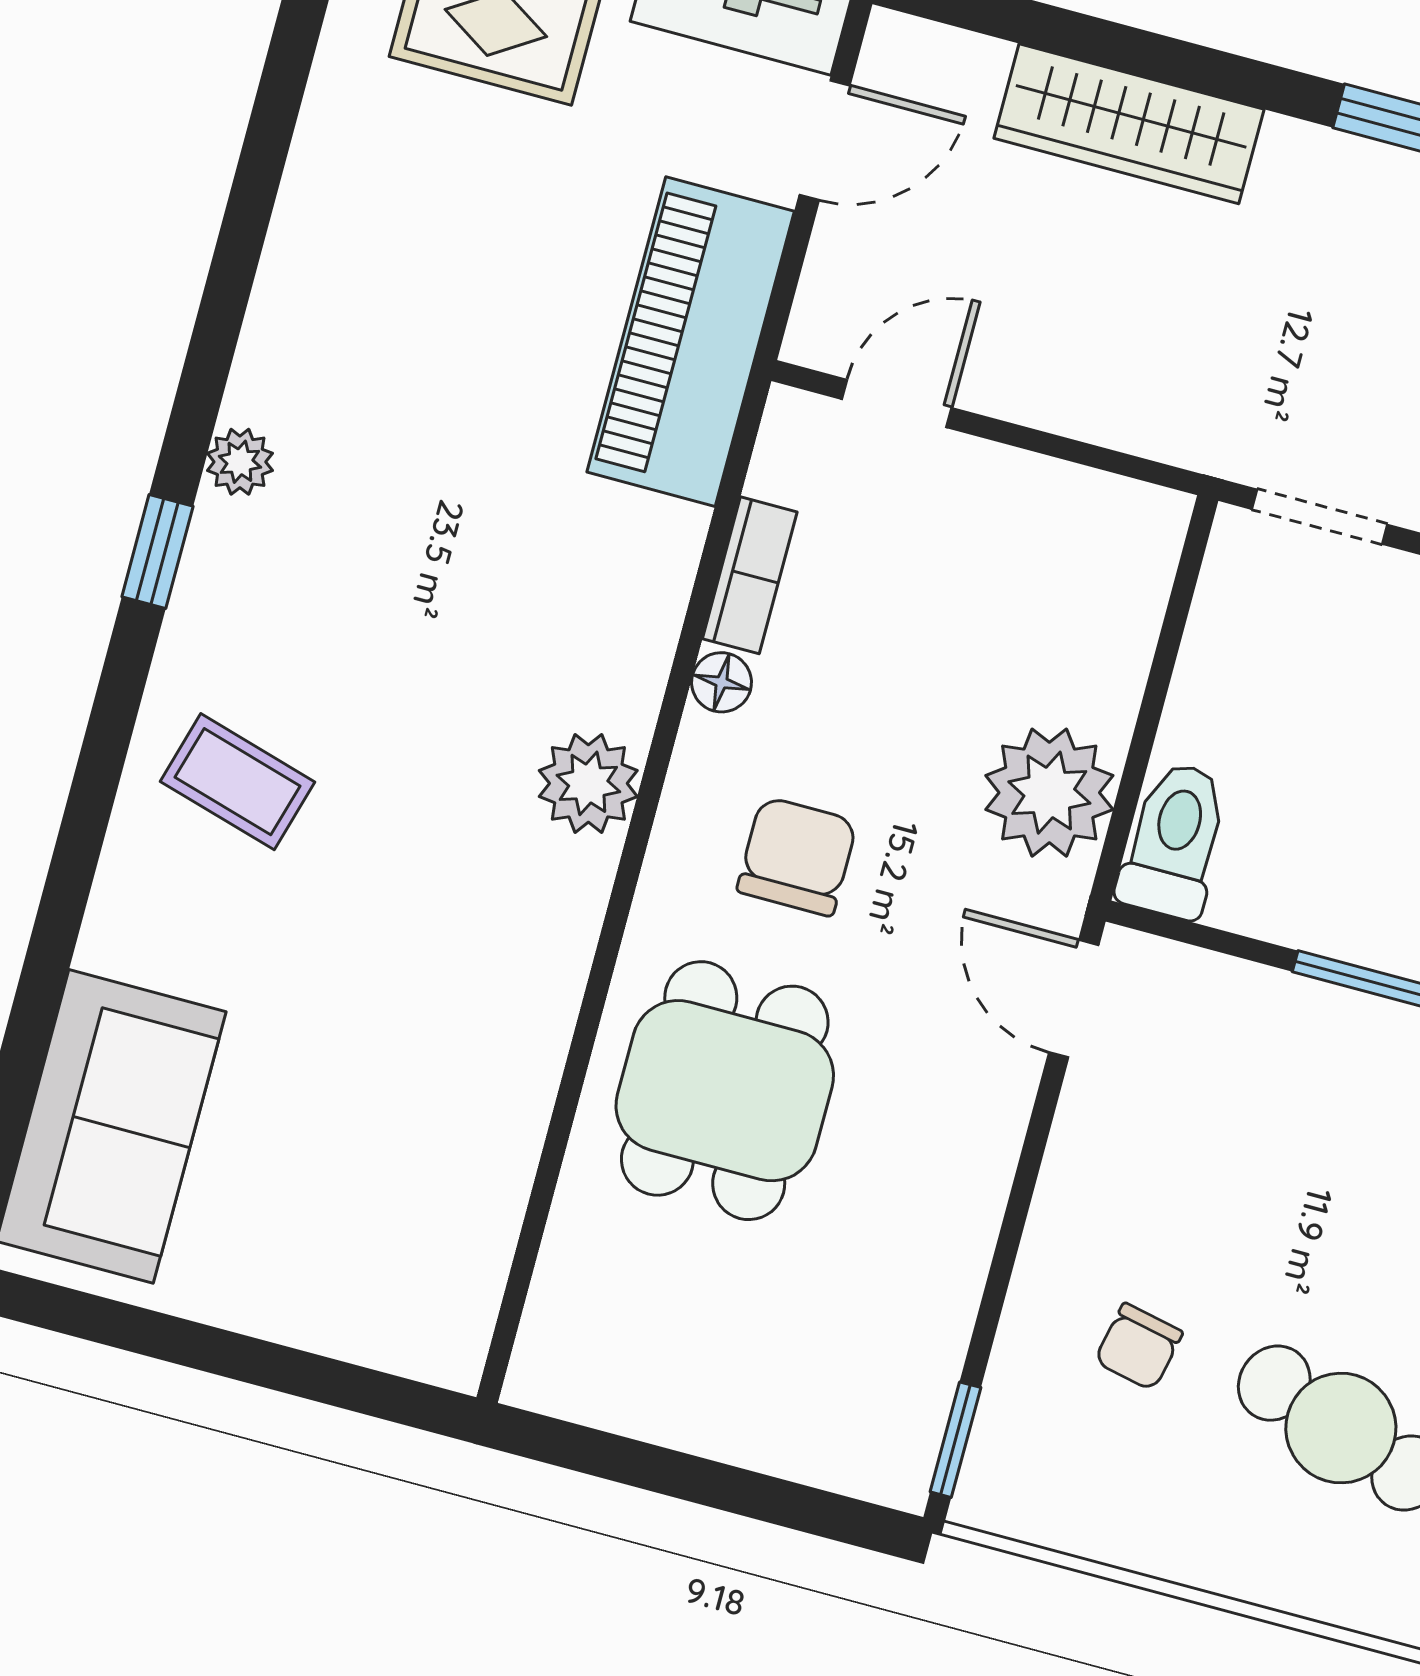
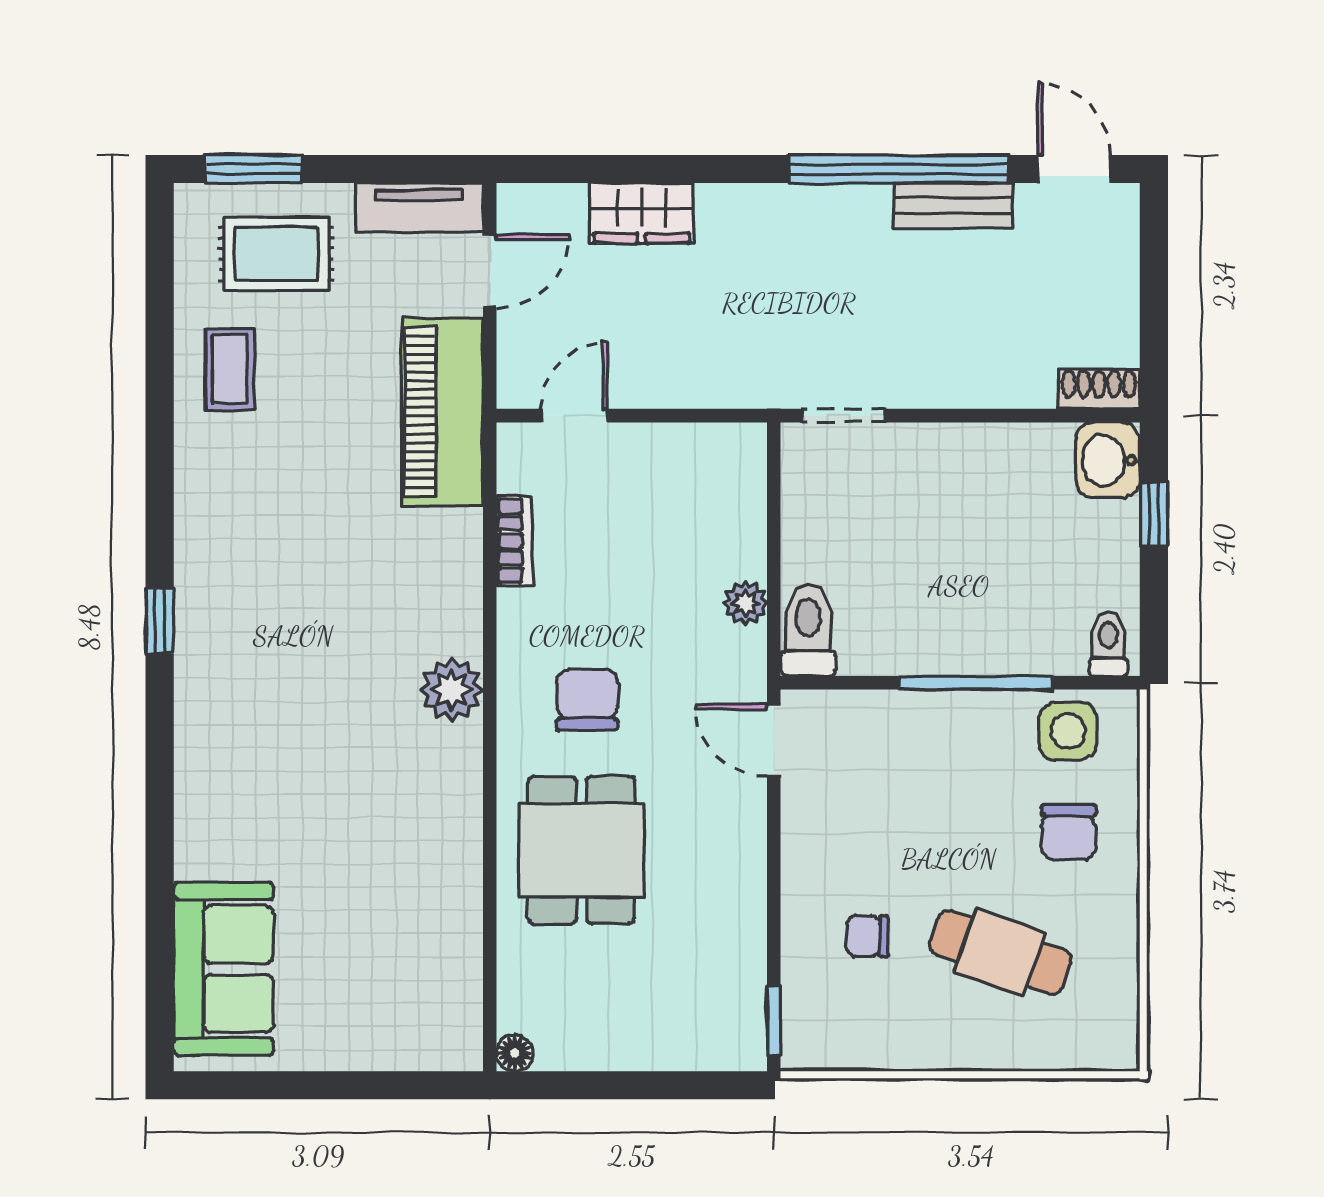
wardrobe: (1129, 124) -> (642, 213), width x0.67
plant: (240, 462) -> (194, 555), removed
floor lamp: (722, 682) -> (515, 1053), moved
coffee table: (237, 782) -> (230, 369), moved, turned 74
plant: (1049, 793) -> (745, 603), width x0.53, depth x0.53
chair: (1139, 1347) -> (867, 936), turned 78

